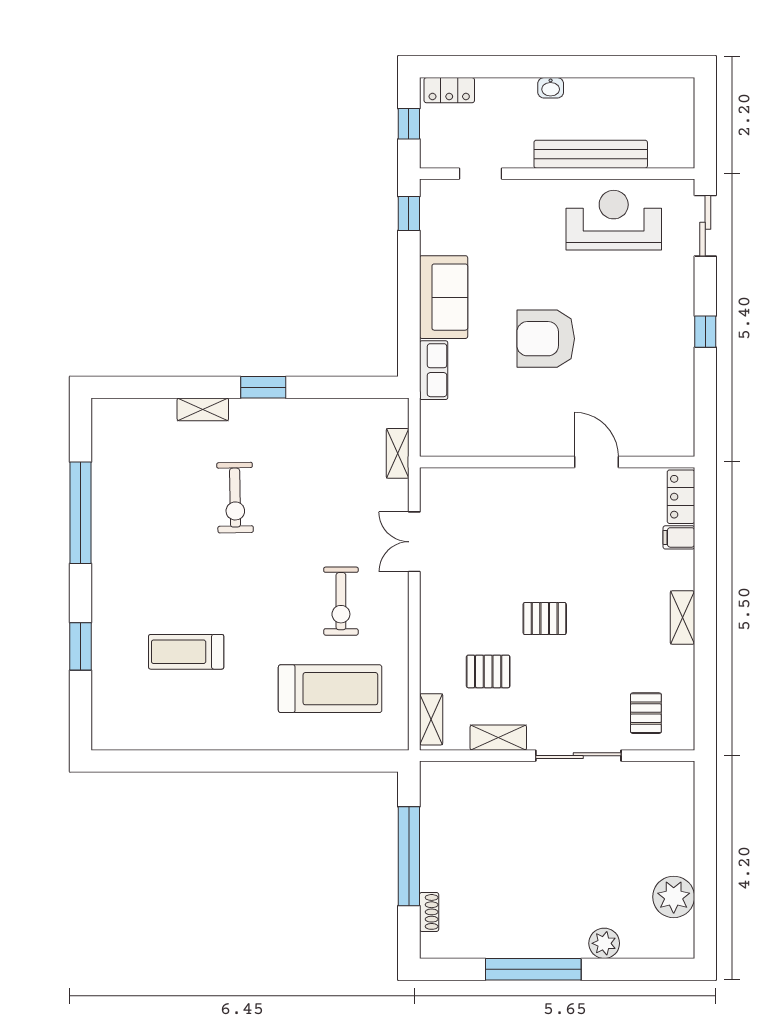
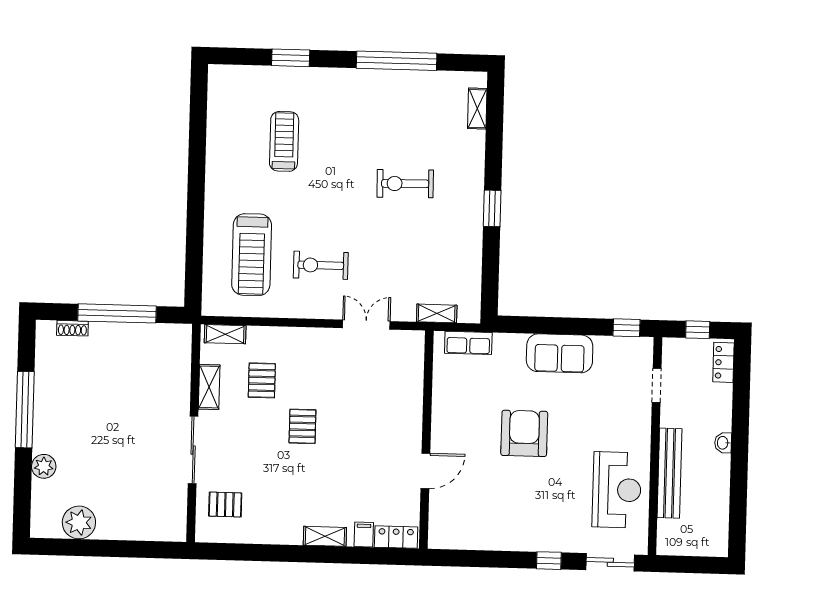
window: (705, 332) -> (549, 561), moved
row of seats: (434, 370) -> (468, 343), moved
shelving: (203, 409) -> (477, 109), moved
shelving: (682, 618) -> (325, 536), moved

